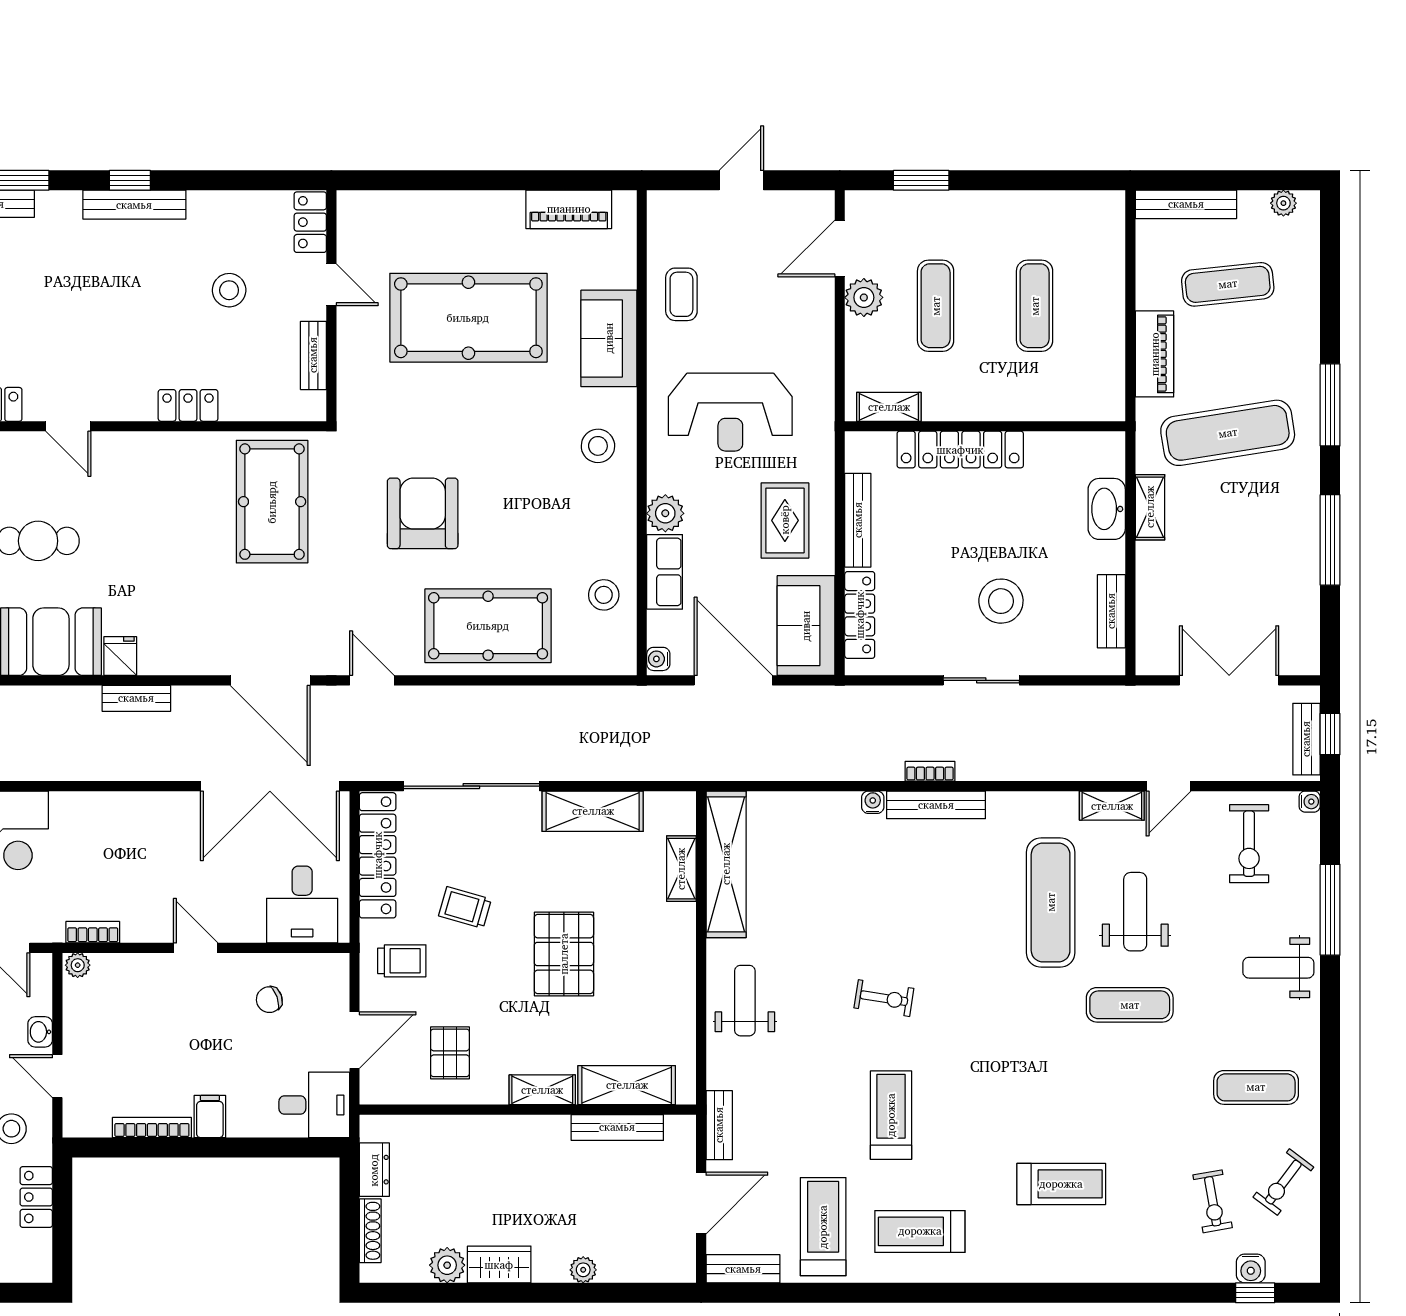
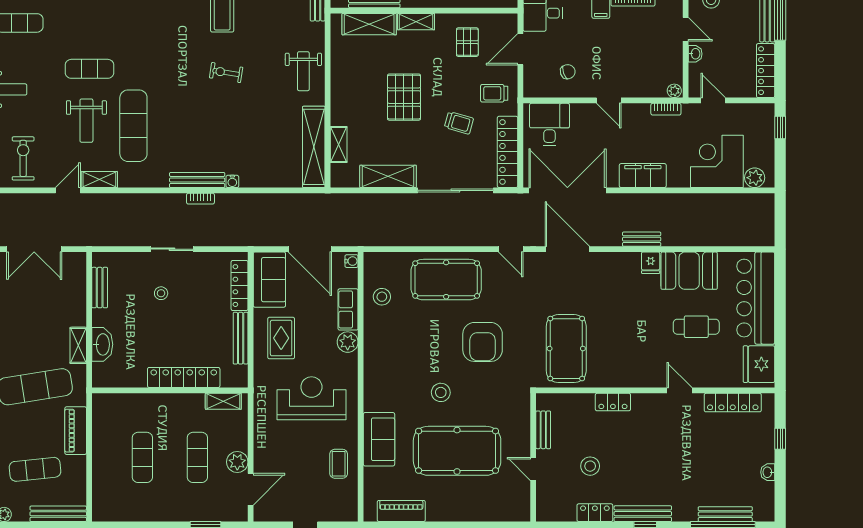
locker: (310, 222) -> (595, 513), moved, turned -90
stool: (598, 446) -> (441, 392), moved
stool: (1001, 601) -> (161, 293), width x0.53, depth x0.53
filing cabinet: (134, 813) -> (643, 176), added

